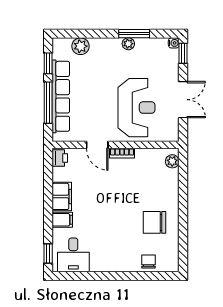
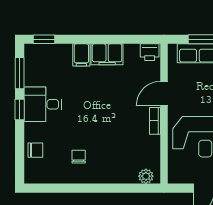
chair: (154, 222) -> (79, 157), width x0.54, depth x0.54
desk: (73, 255) -> (43, 104), moved
window: (79, 276) -> (20, 73), added
window: (112, 276) -> (20, 110), added

